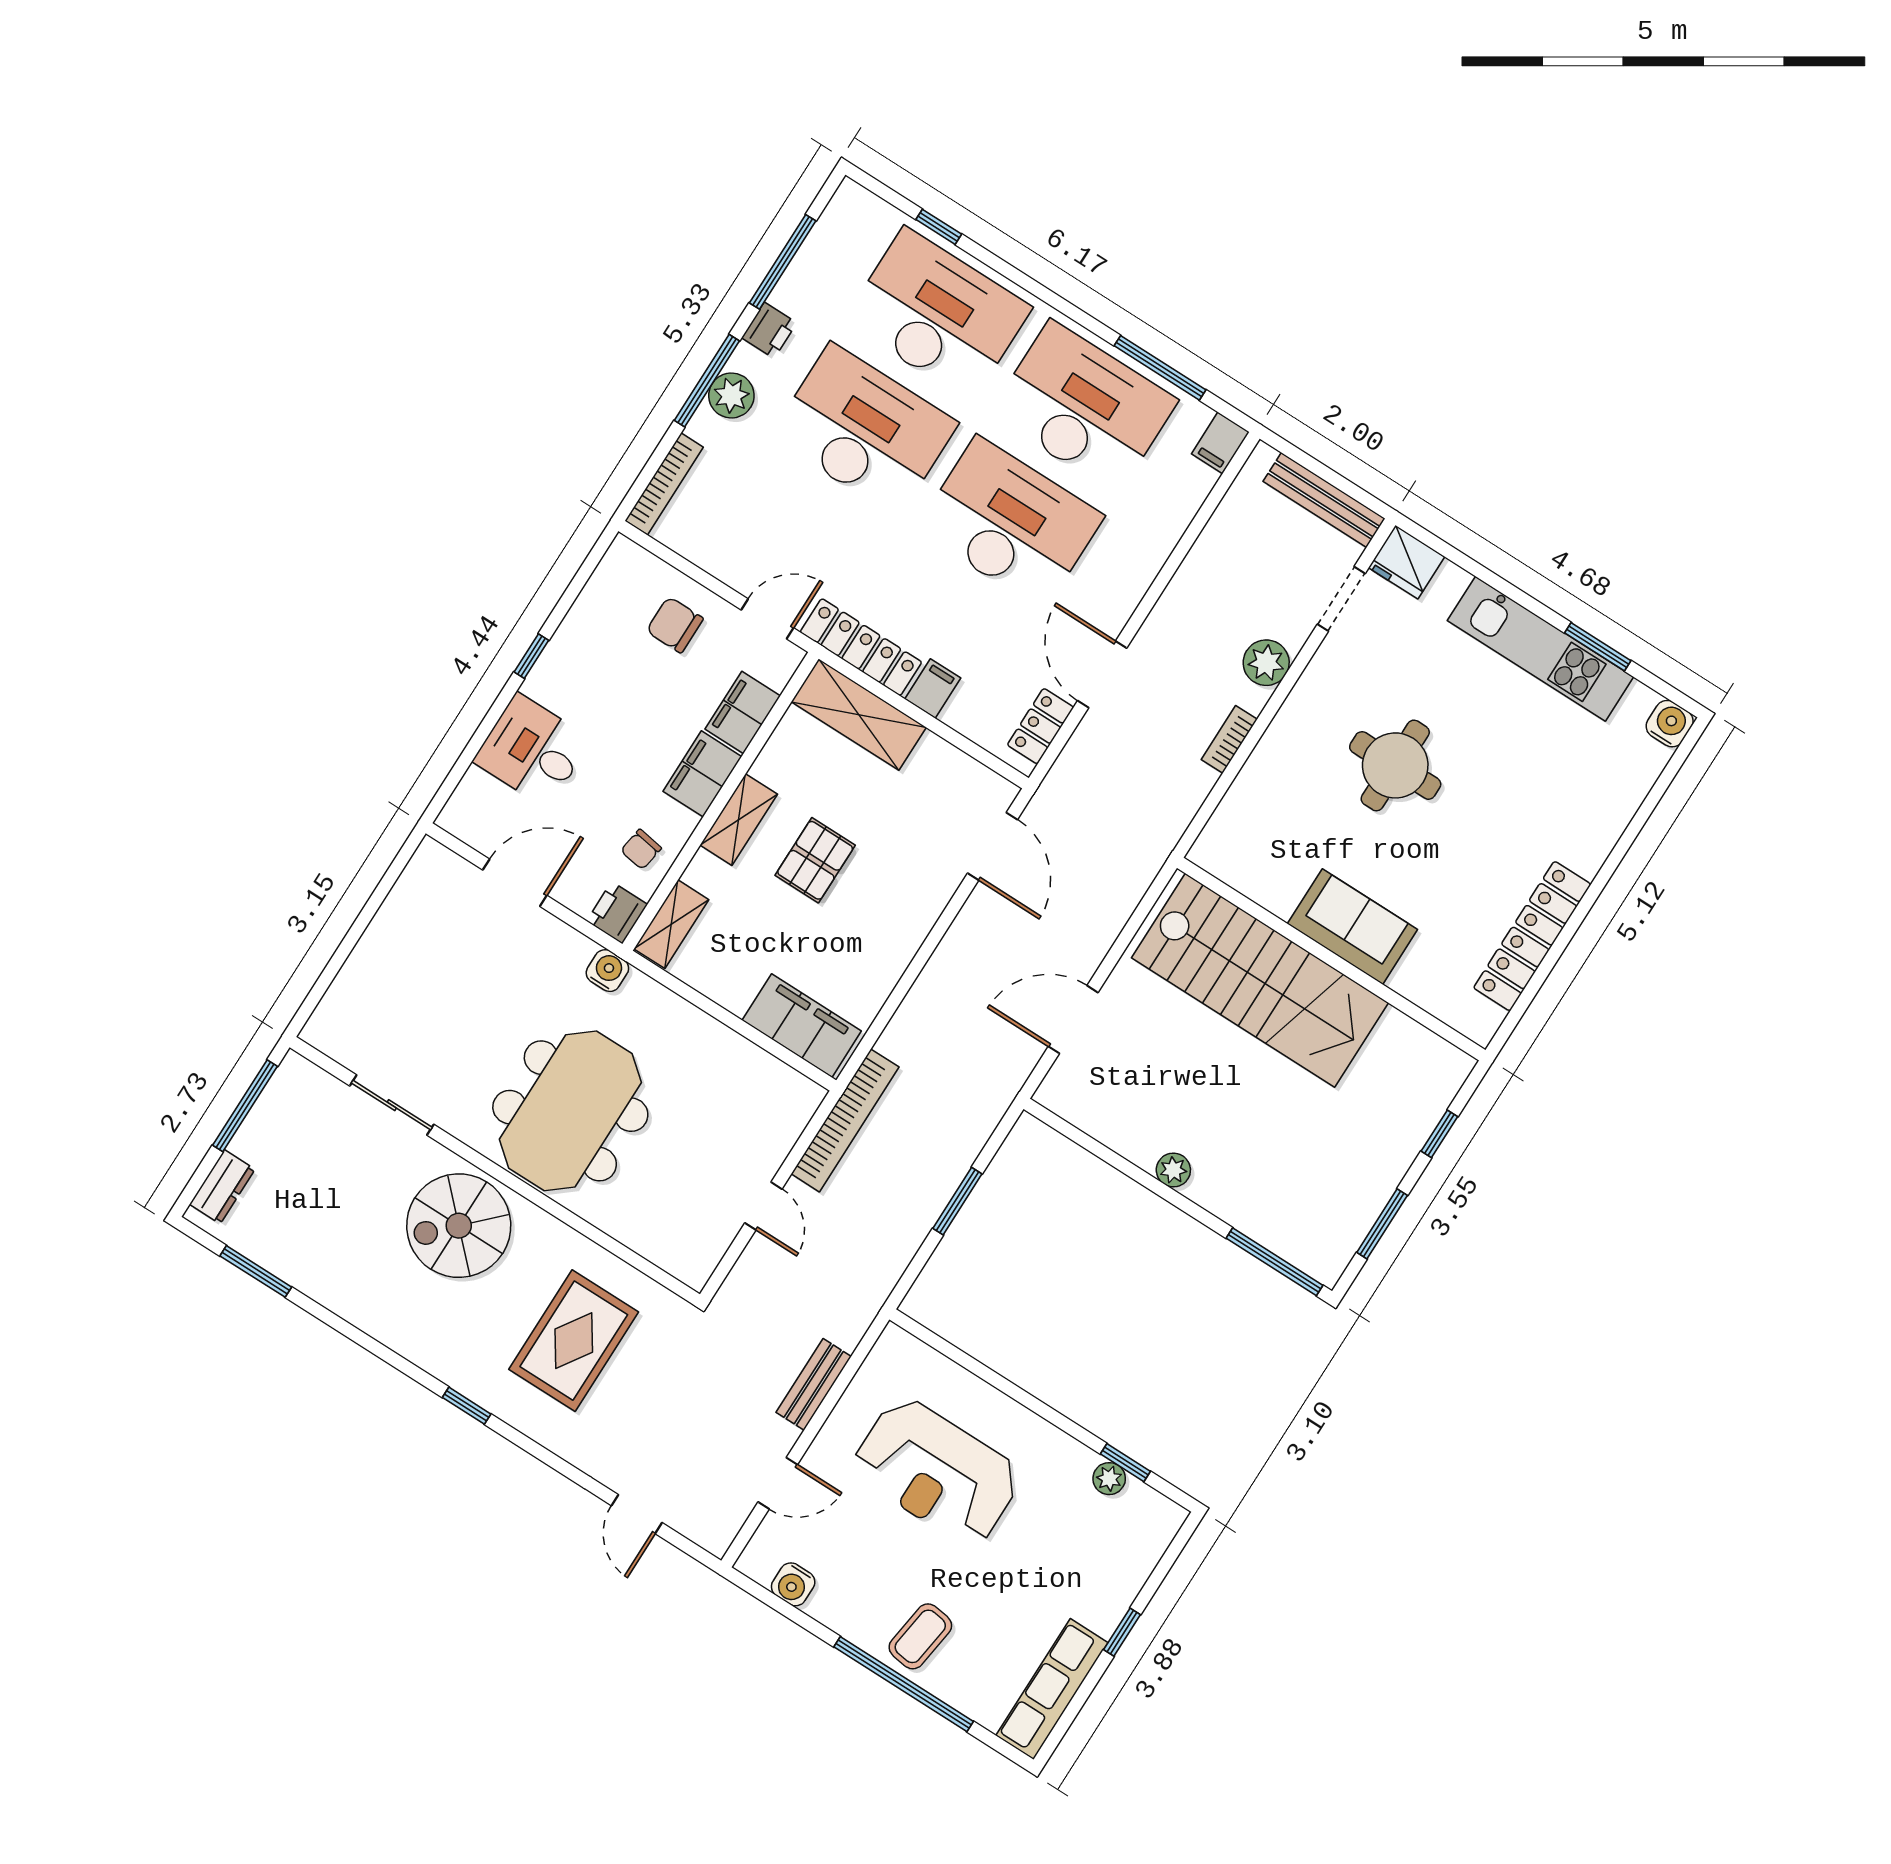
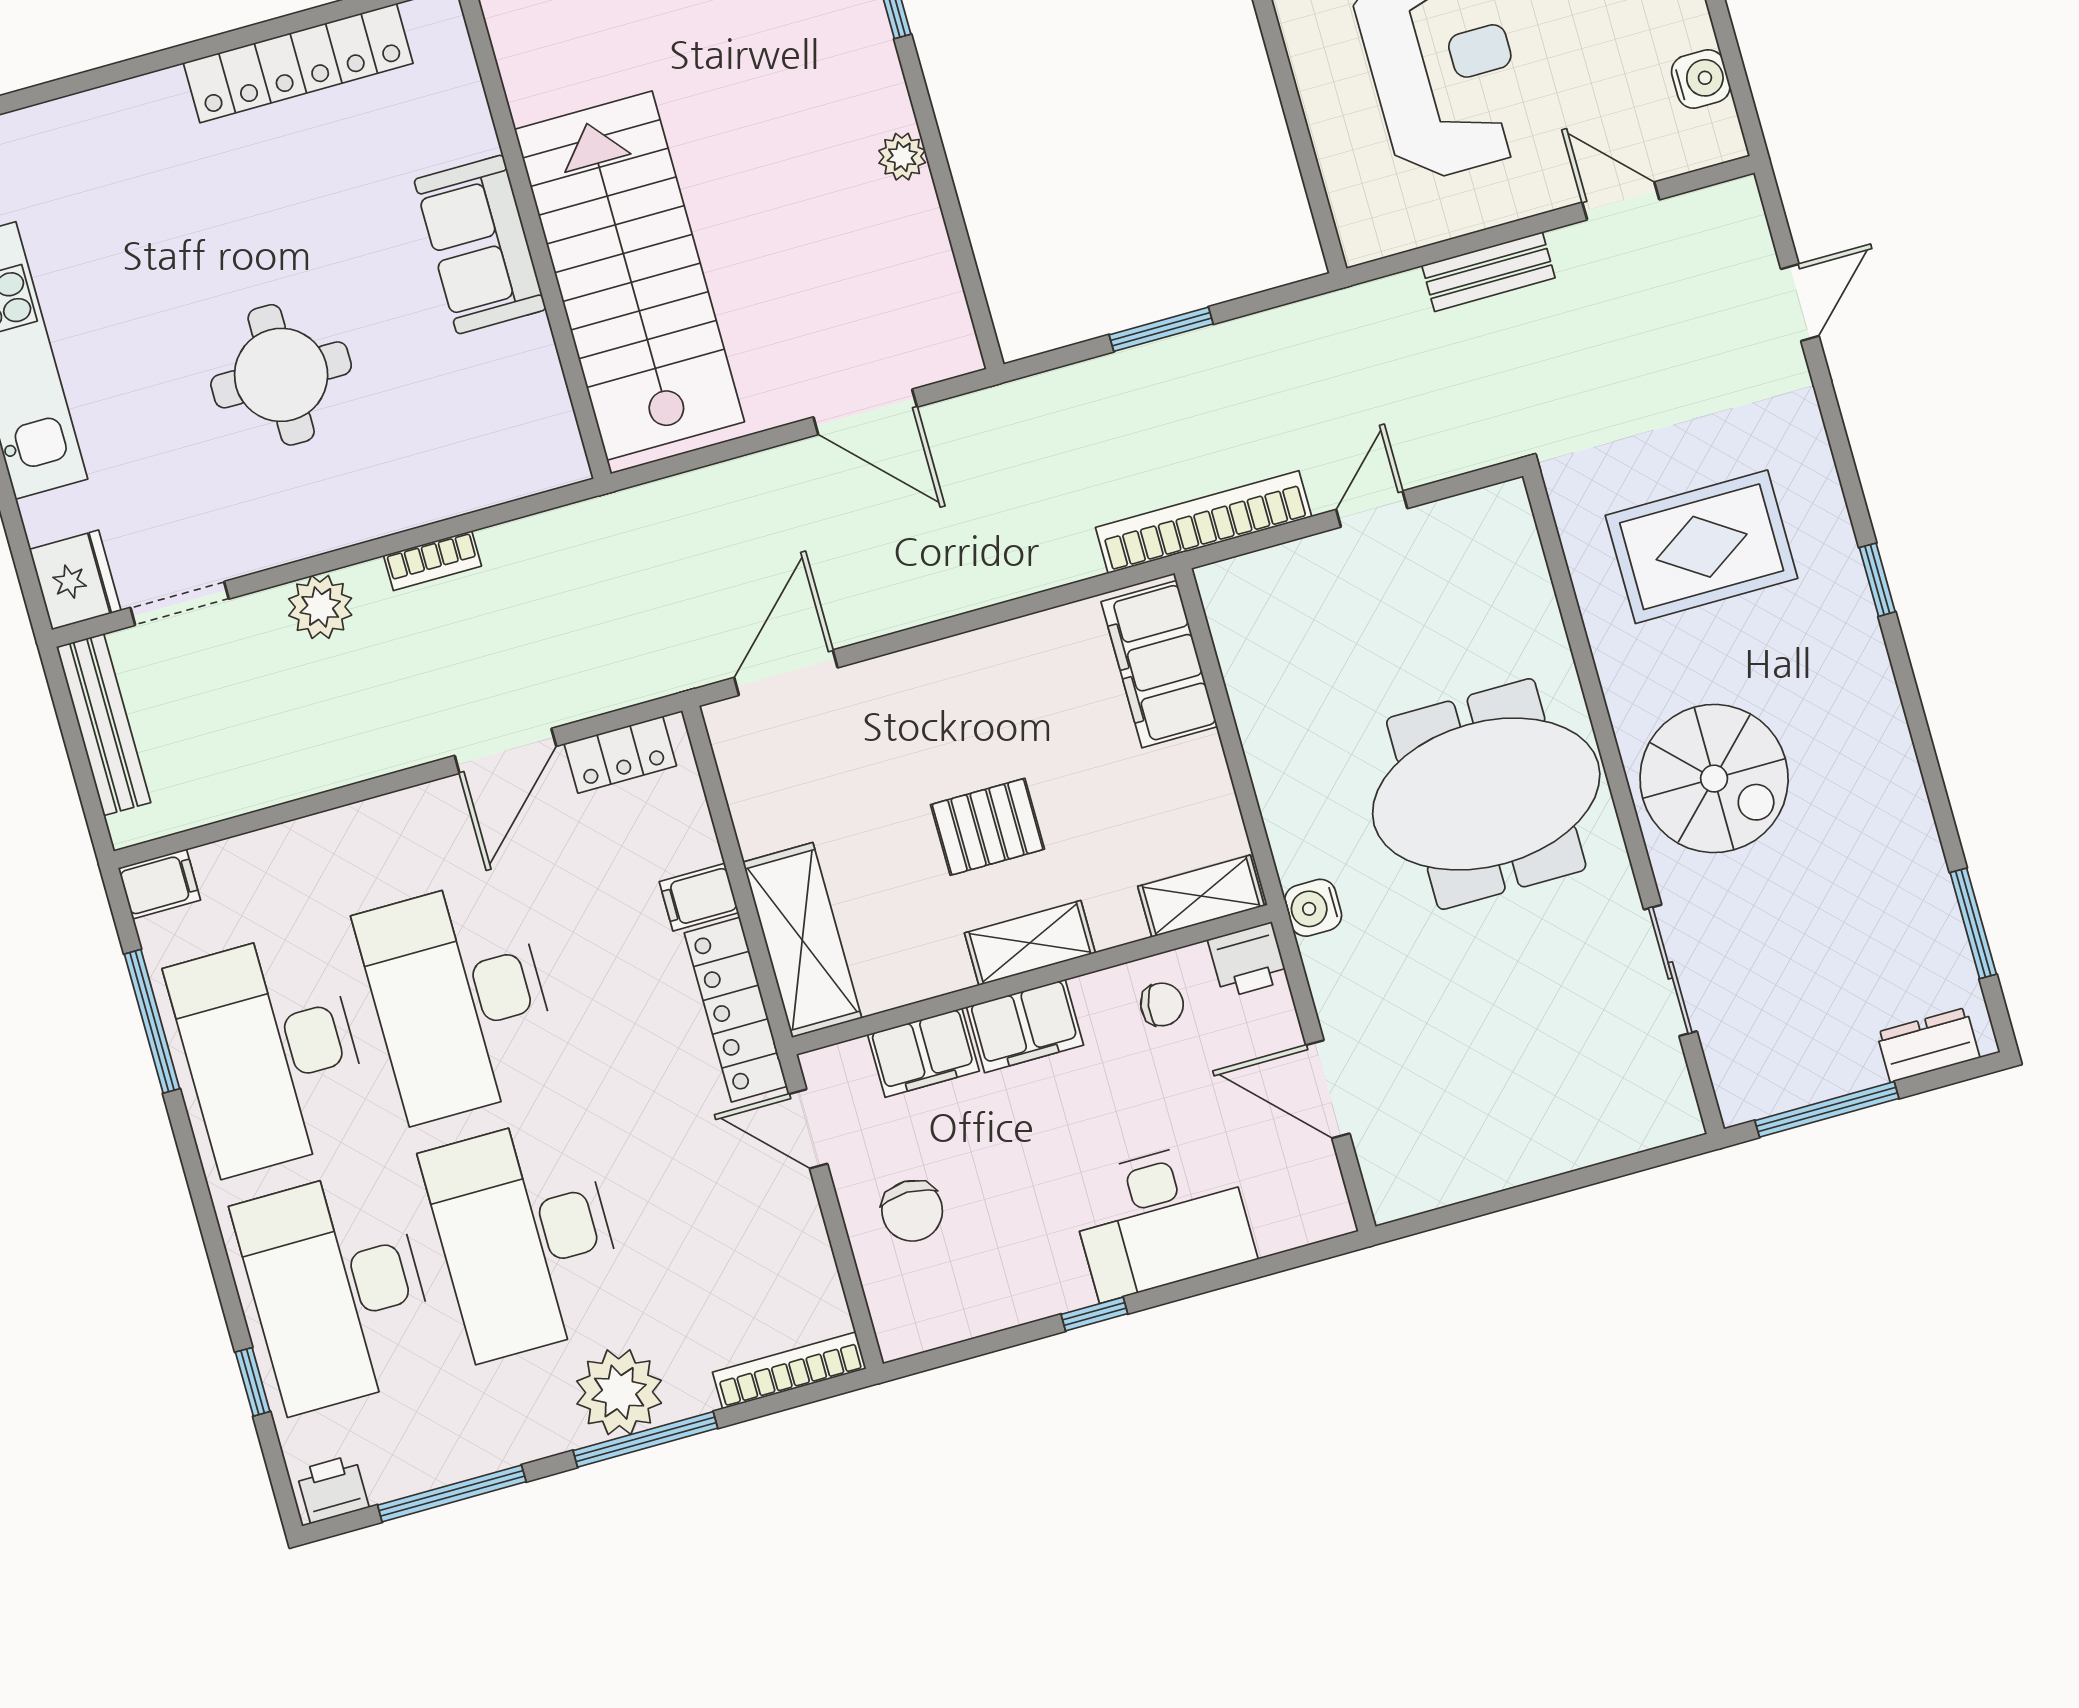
printer: (769, 330) -> (332, 1489), moved
plant: (731, 395) -> (619, 1392), width x1.36, depth x1.36
desk: (532, 750) -> (1162, 1219), width x1.37

